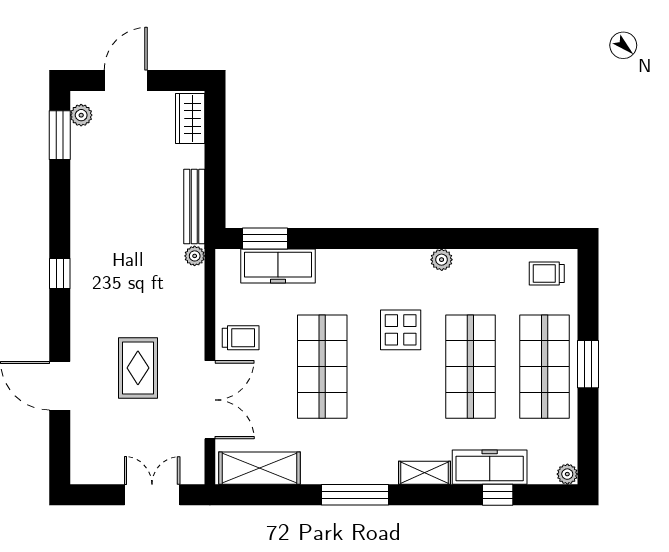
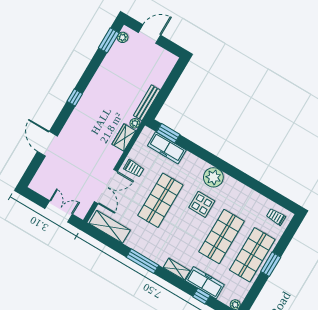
wardrobe: (190, 119) -> (124, 138), moved
plant: (442, 260) -> (213, 177), moved, width x1.88, depth x1.88
rug: (138, 368) -> (84, 156), removed

